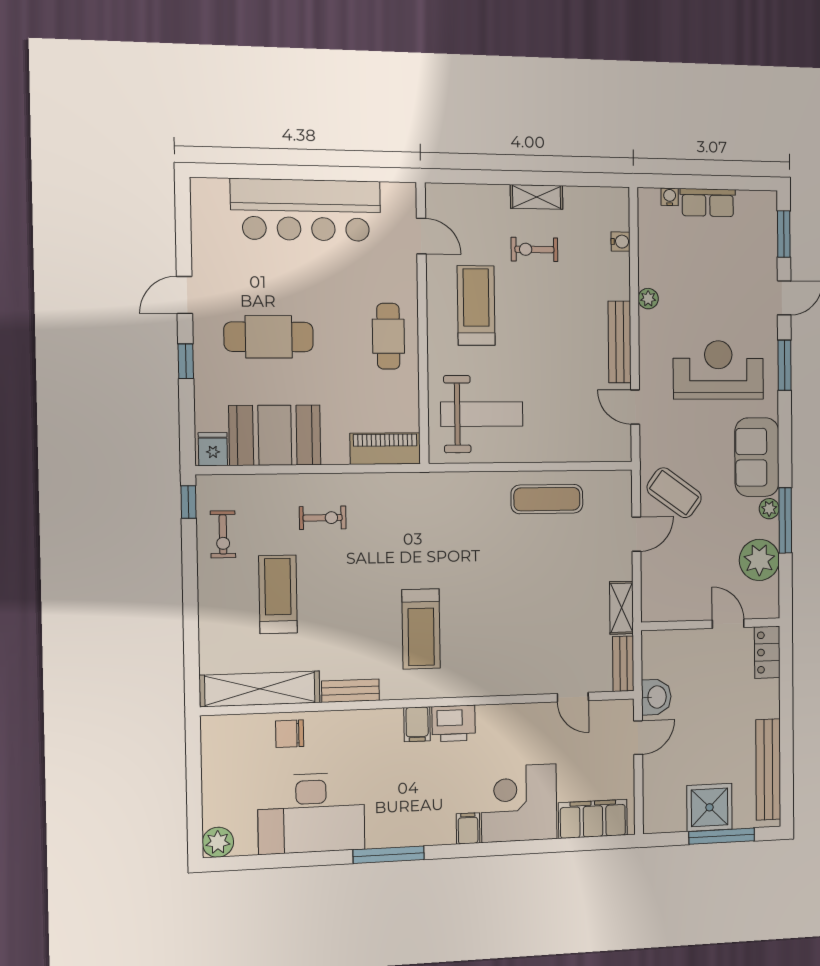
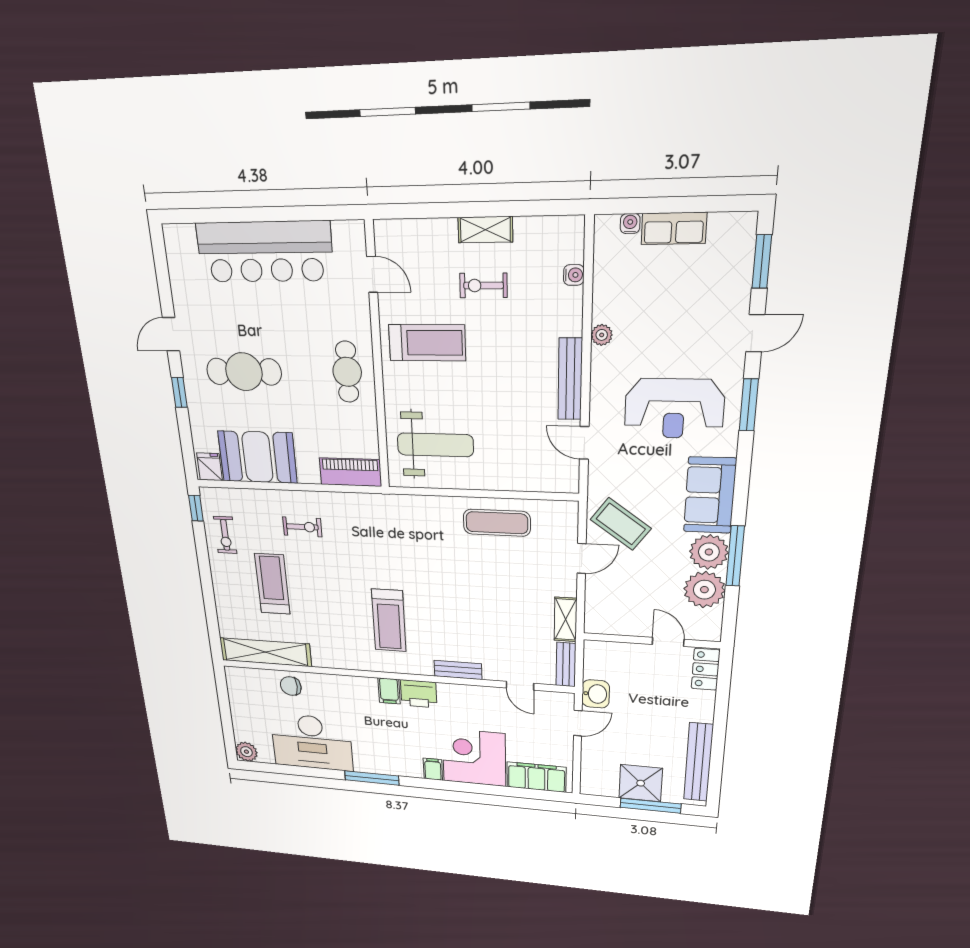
treadmill: (476, 306) -> (427, 343), turned 90
reception desk: (718, 370) -> (674, 409), turned 180
plant: (769, 509) -> (709, 552), width x1.88, depth x1.88
bench: (350, 691) -> (458, 670), moved

